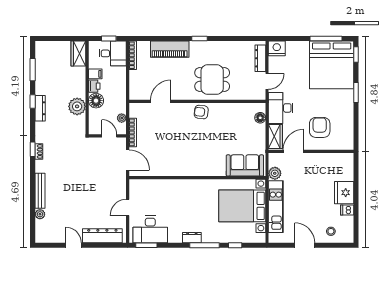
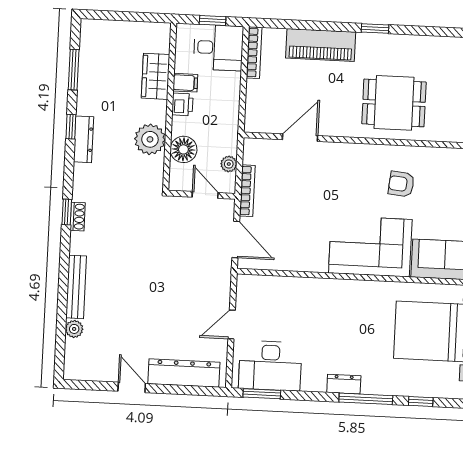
wardrobe: (78, 53) -> (155, 76), moved
floor lamp: (96, 101) -> (183, 149), moved
armchair: (201, 112) -> (401, 184), moved
corner sofa: (203, 160) -> (370, 246), added

